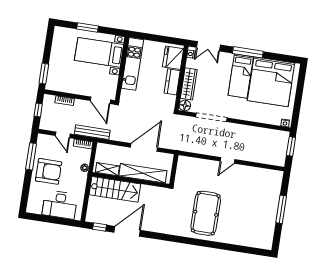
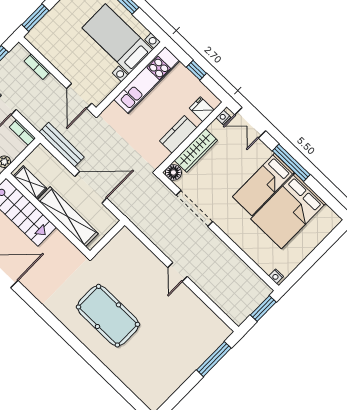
window: (157, 38) -> (196, 70), added
fridge: (173, 58) -> (202, 109), width x0.53, depth x0.75
bed: (271, 82) -> (288, 211), width x0.73
bench: (92, 132) -> (62, 145), moved
door: (227, 160) -> (178, 272), hinge flipped
window: (281, 209) -> (214, 359), moved
pool table: (206, 213) -> (108, 316), turned 90

